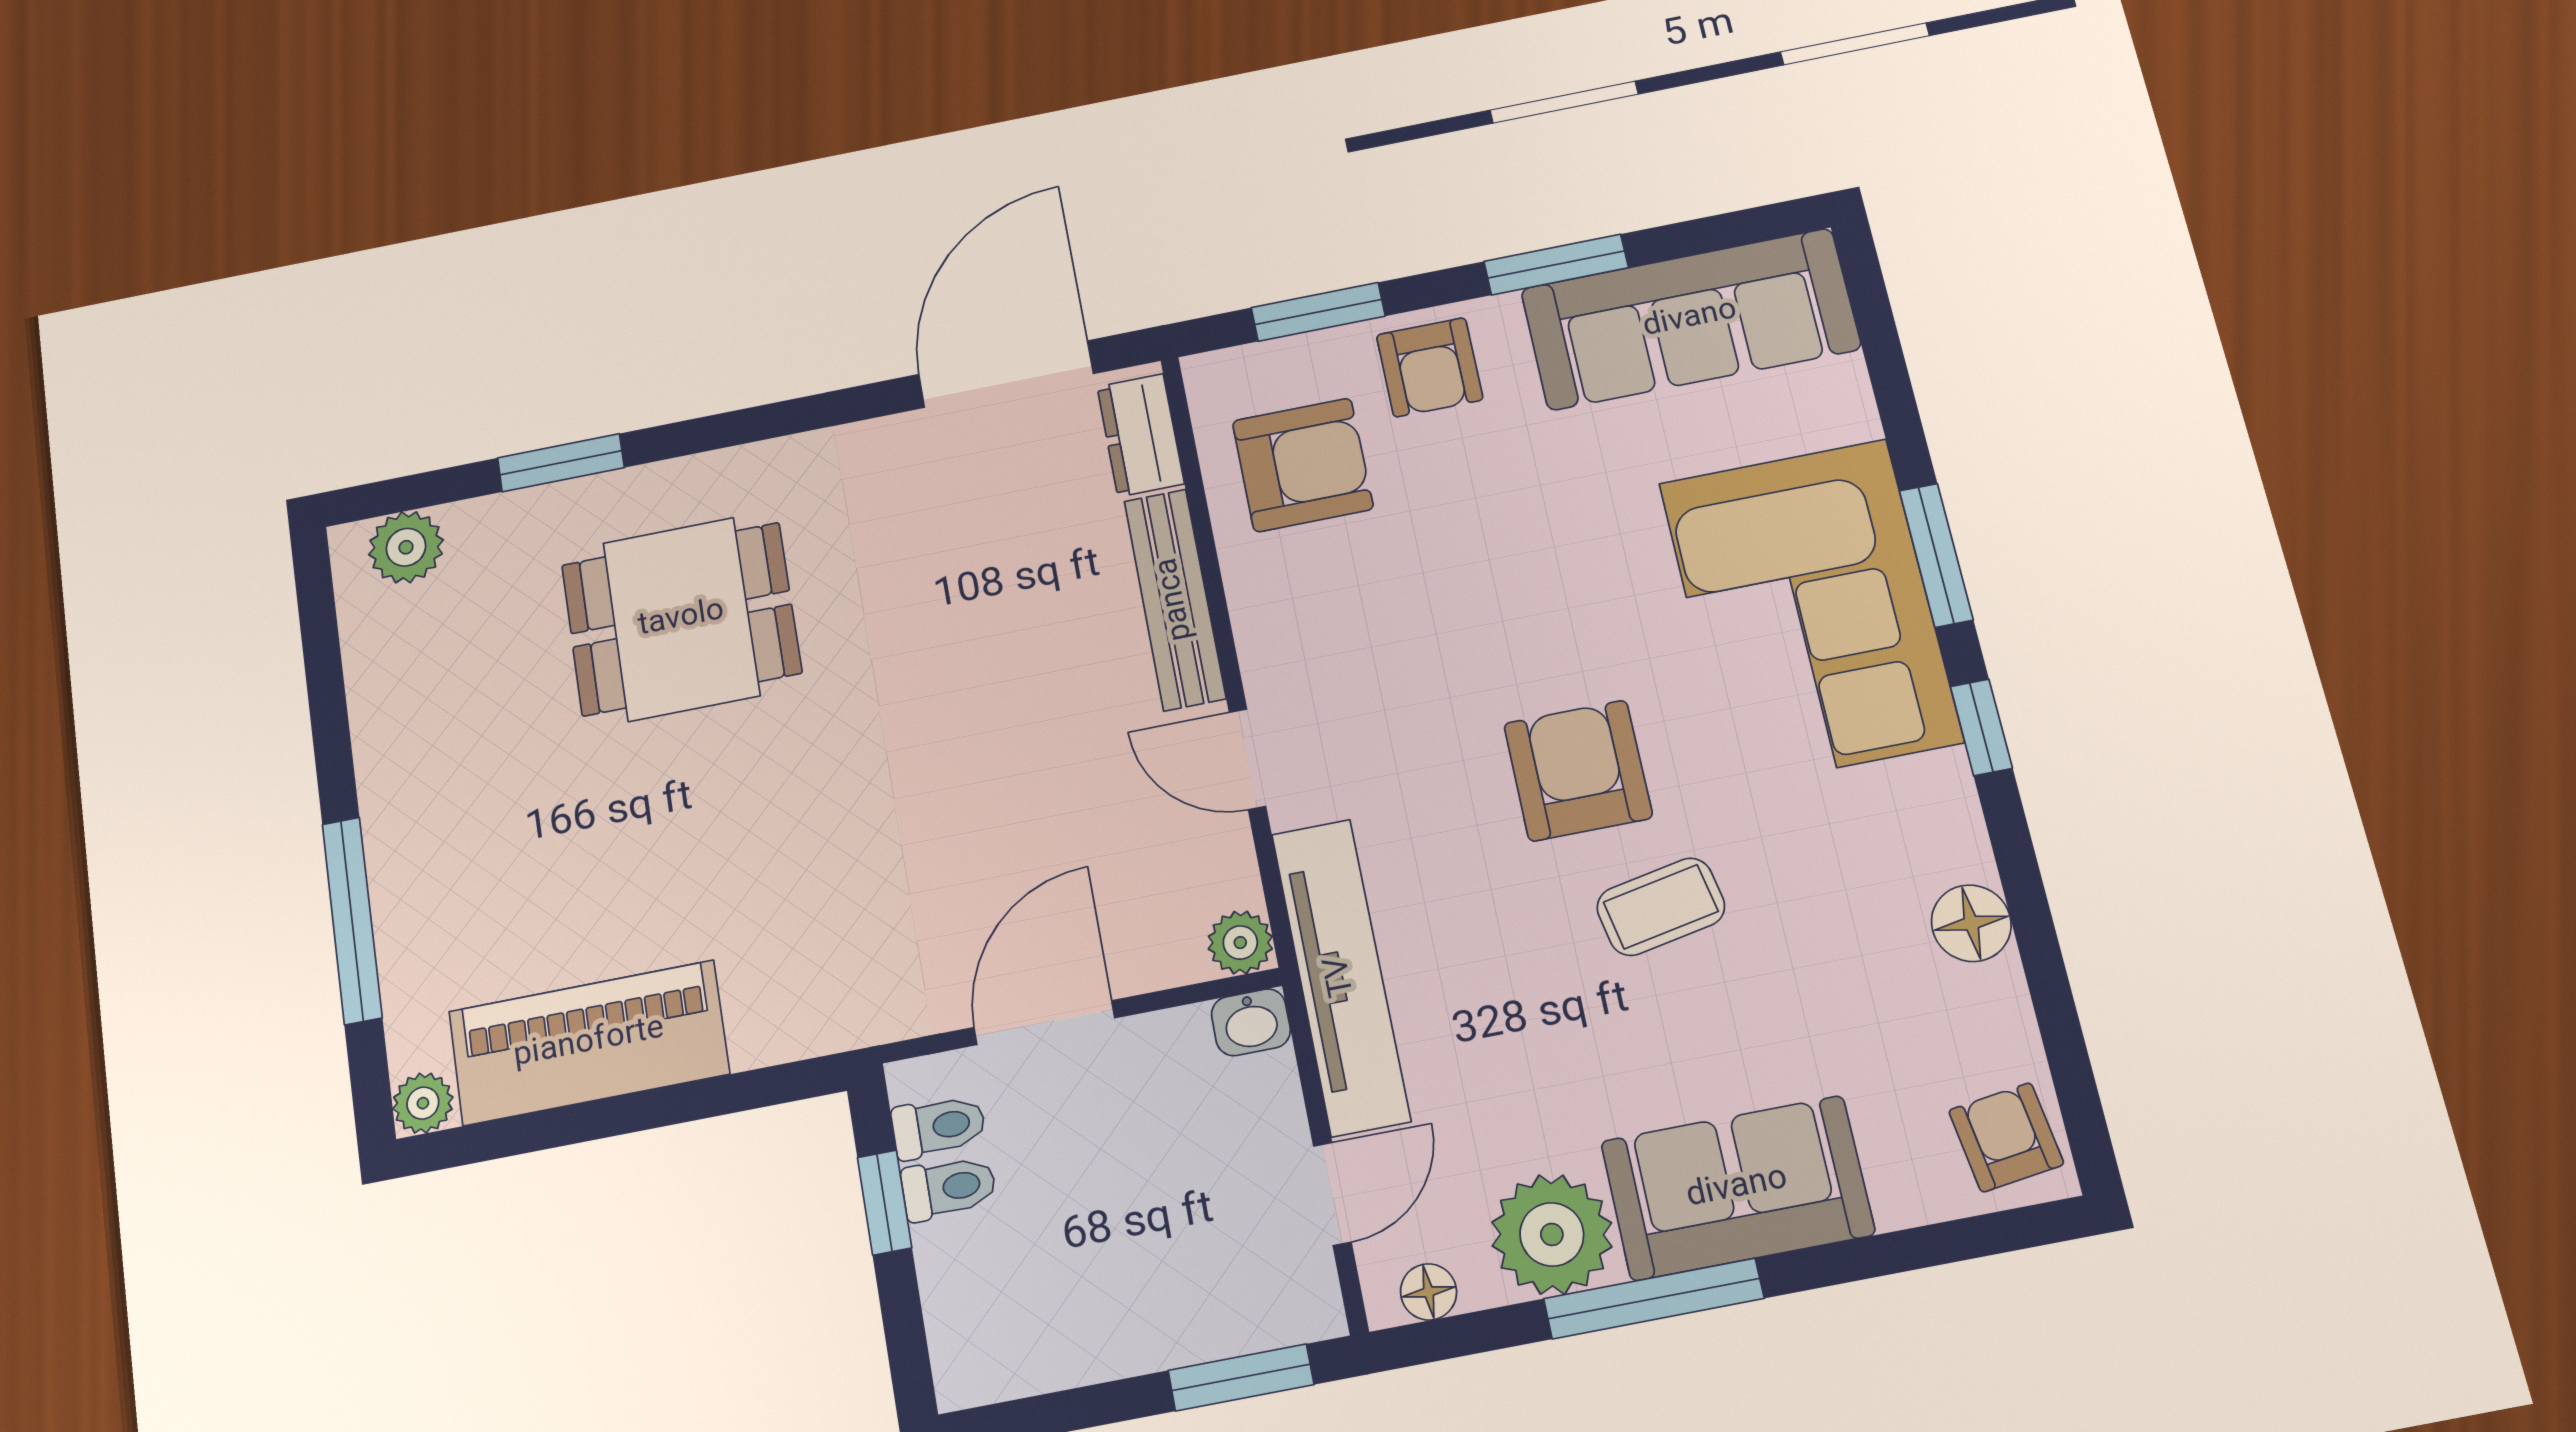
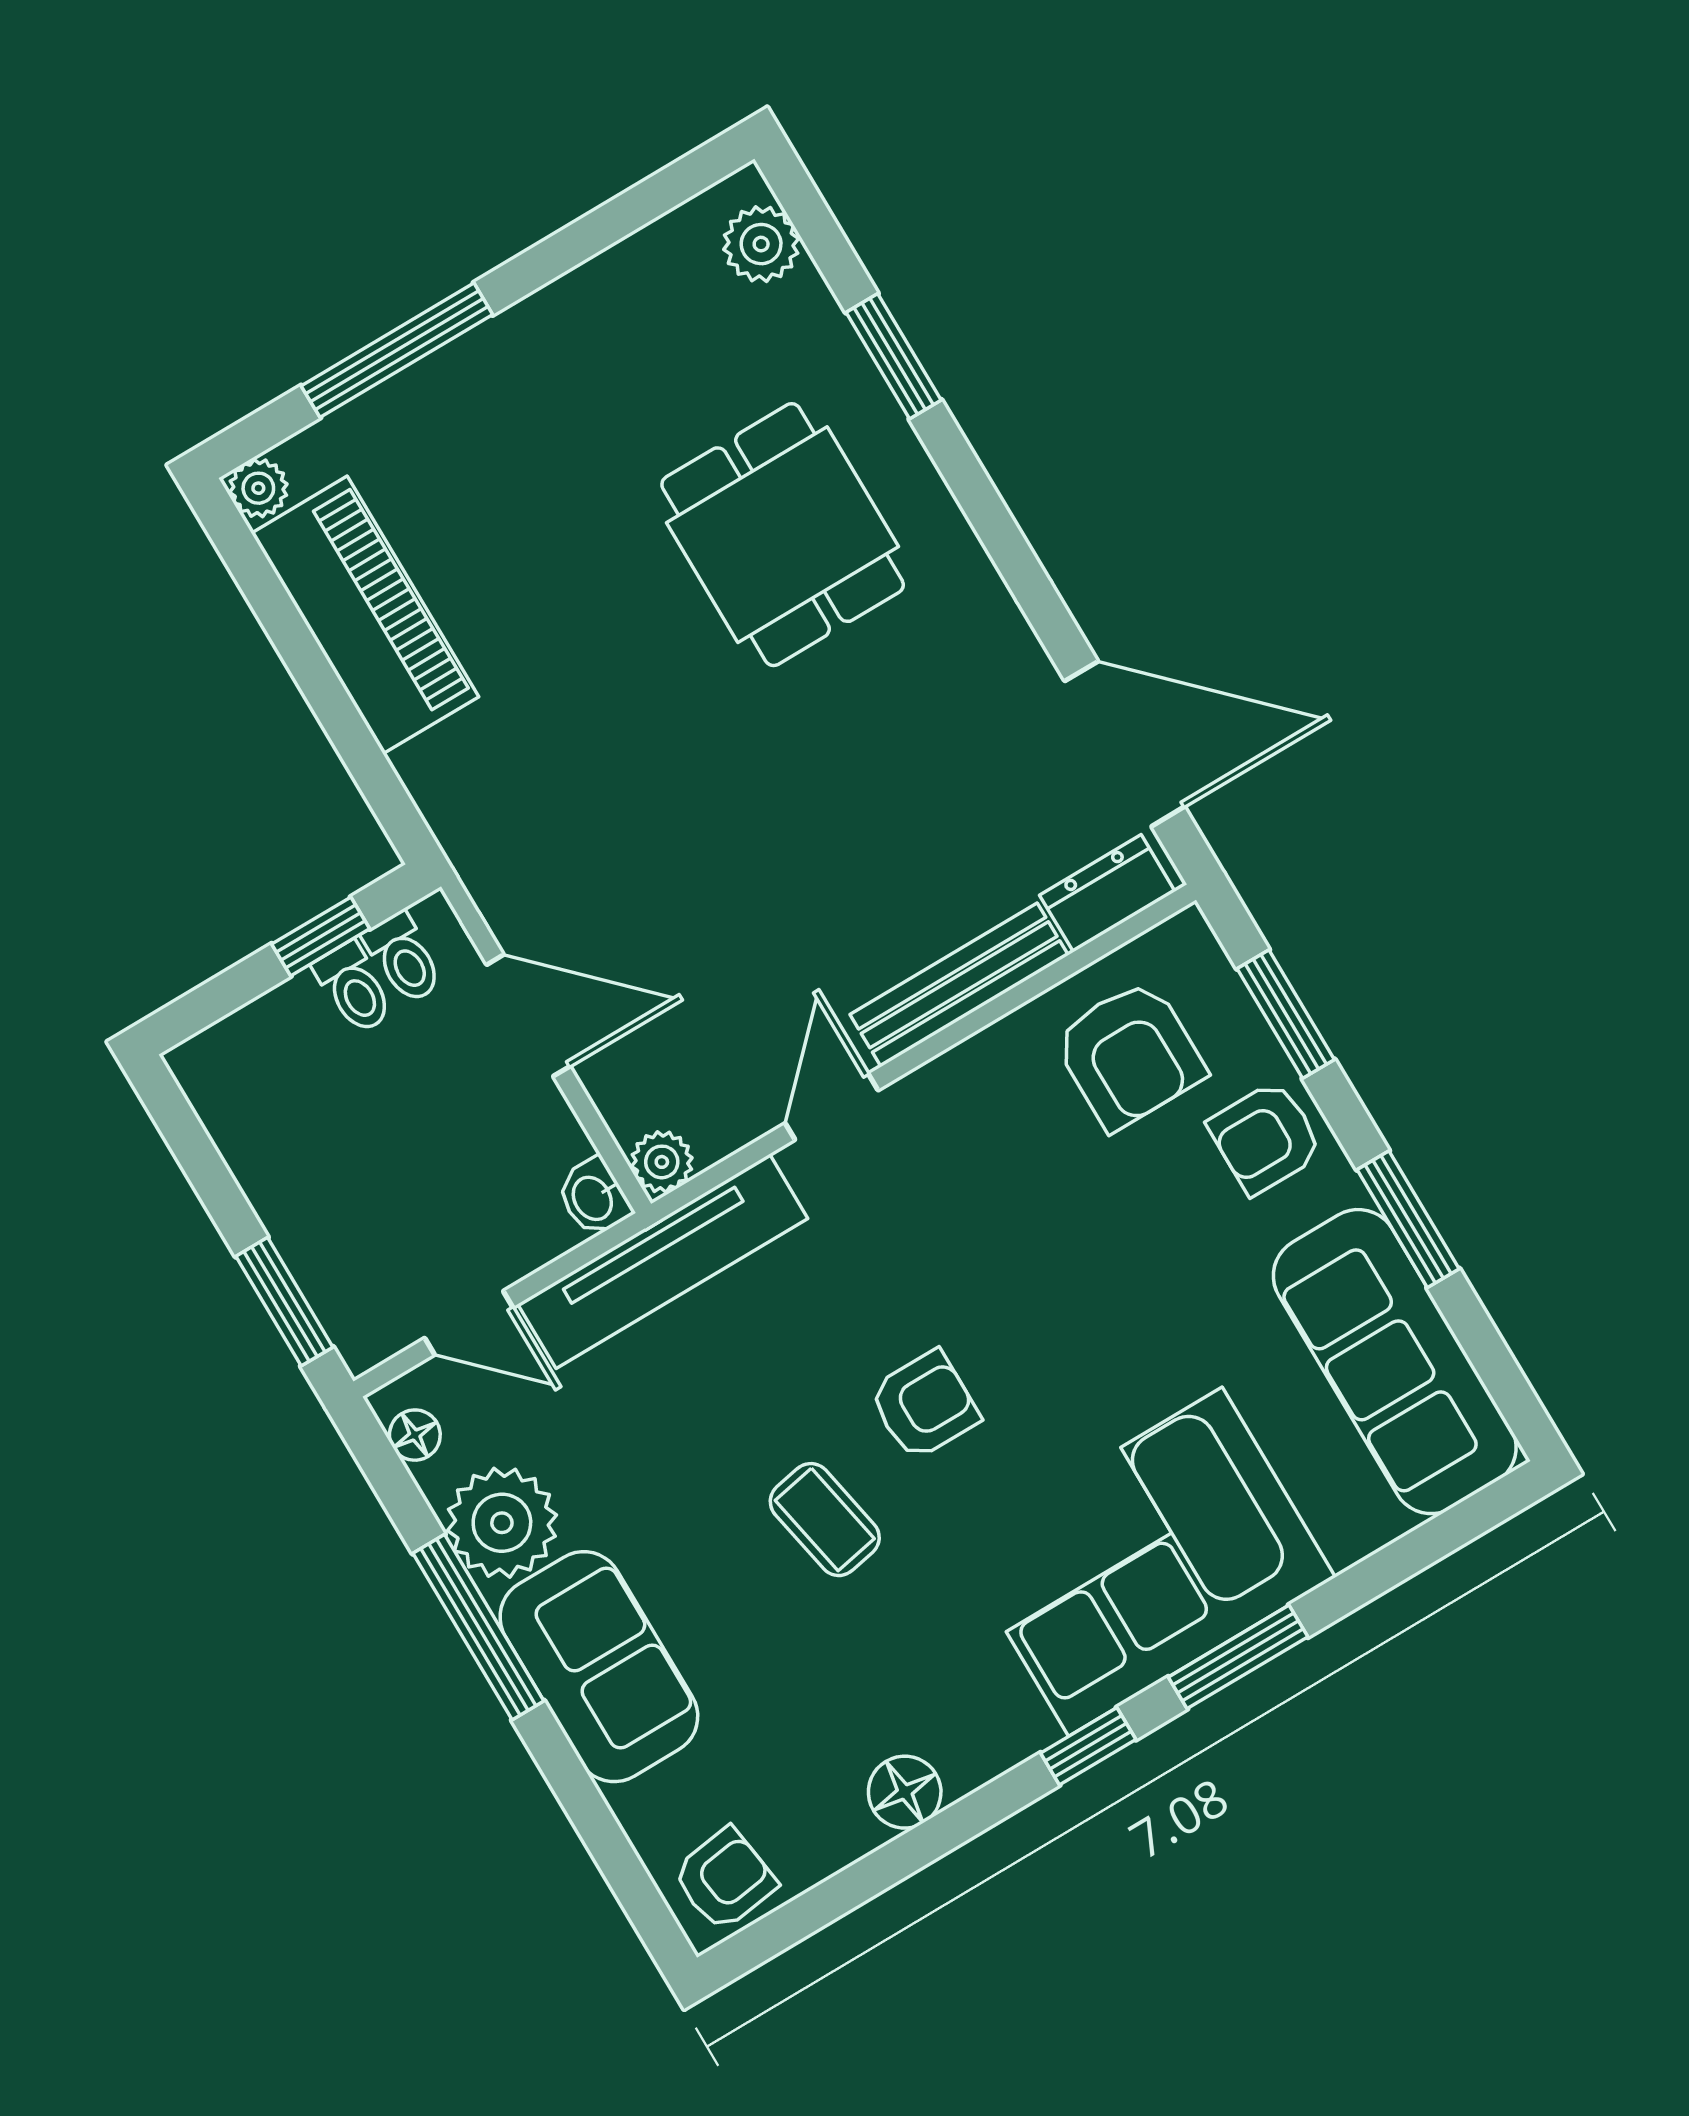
armchair: (1578, 771) -> (924, 1405), width x0.72, depth x0.72

